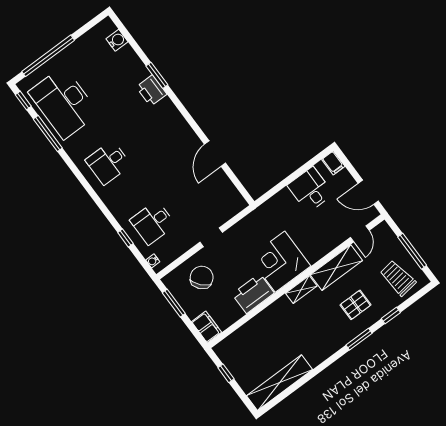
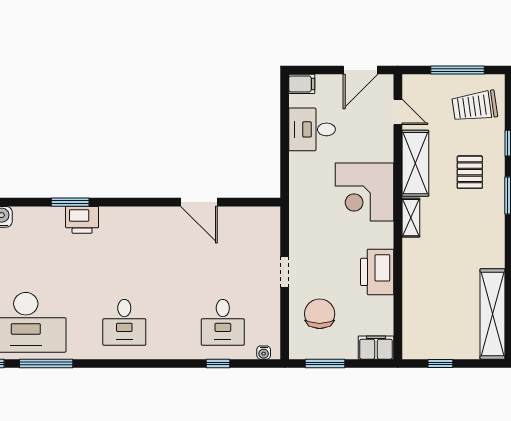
corner desk: (280, 262) -> (365, 192), moved
chair: (202, 277) -> (320, 314), turned 41

